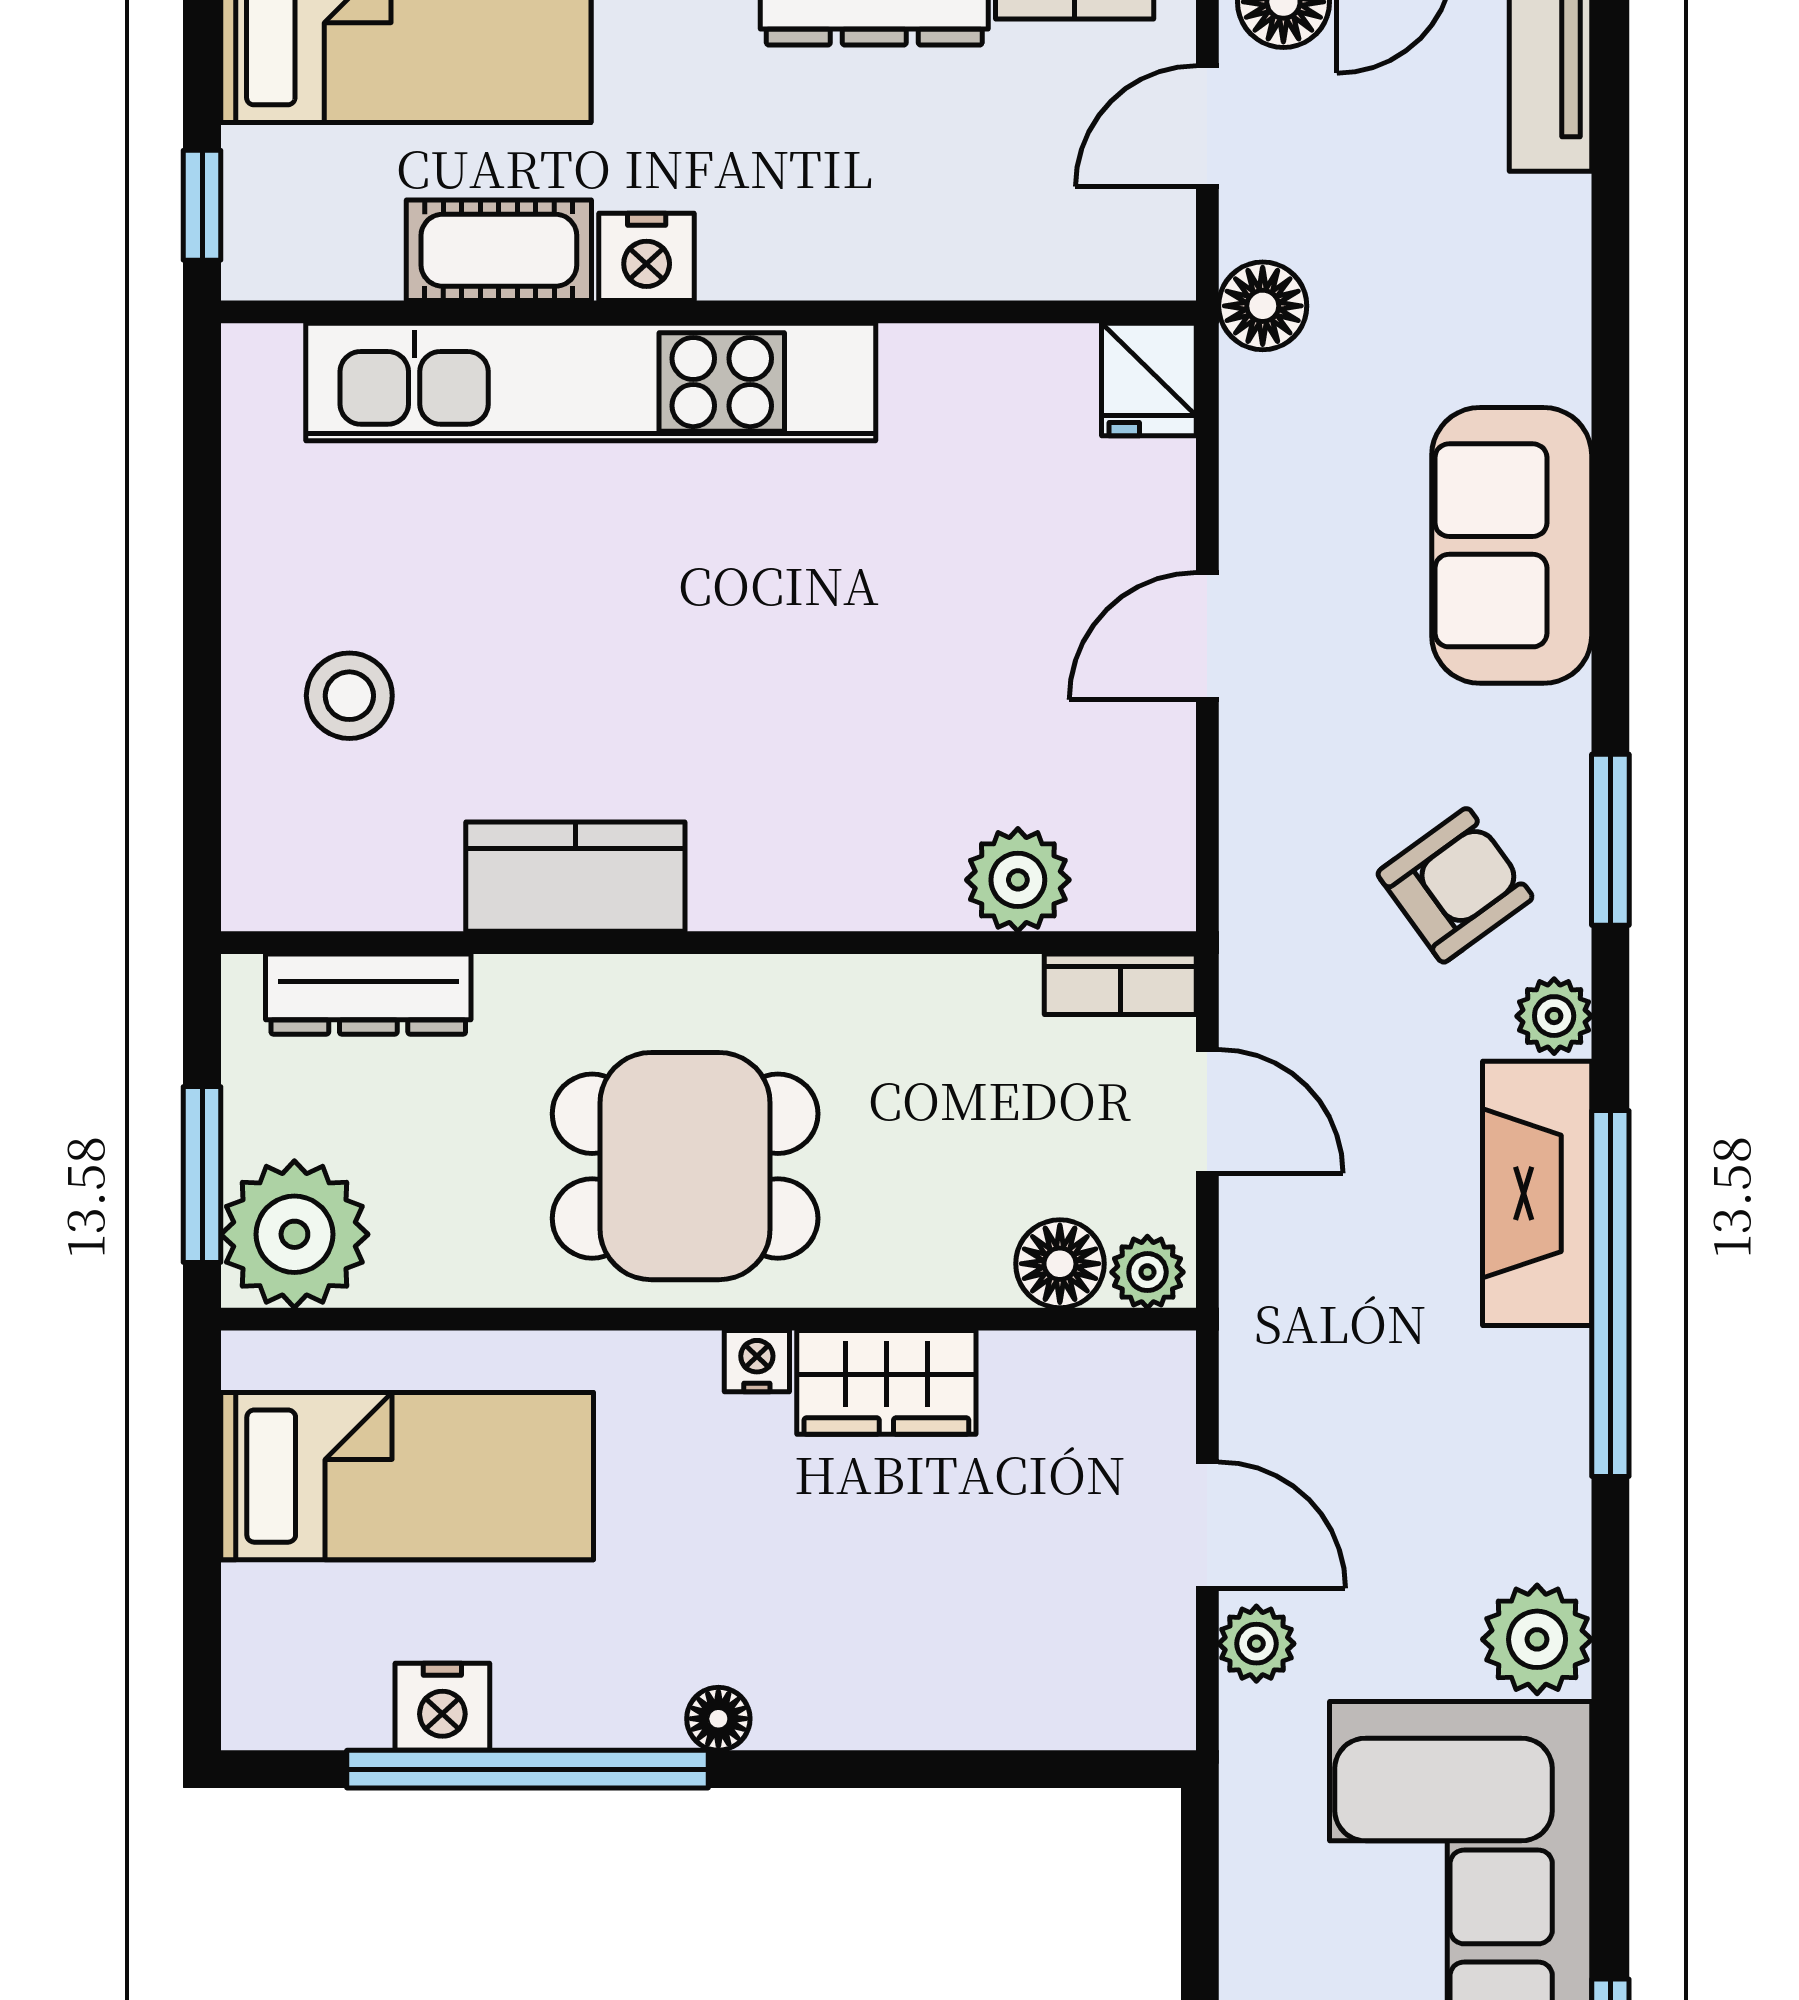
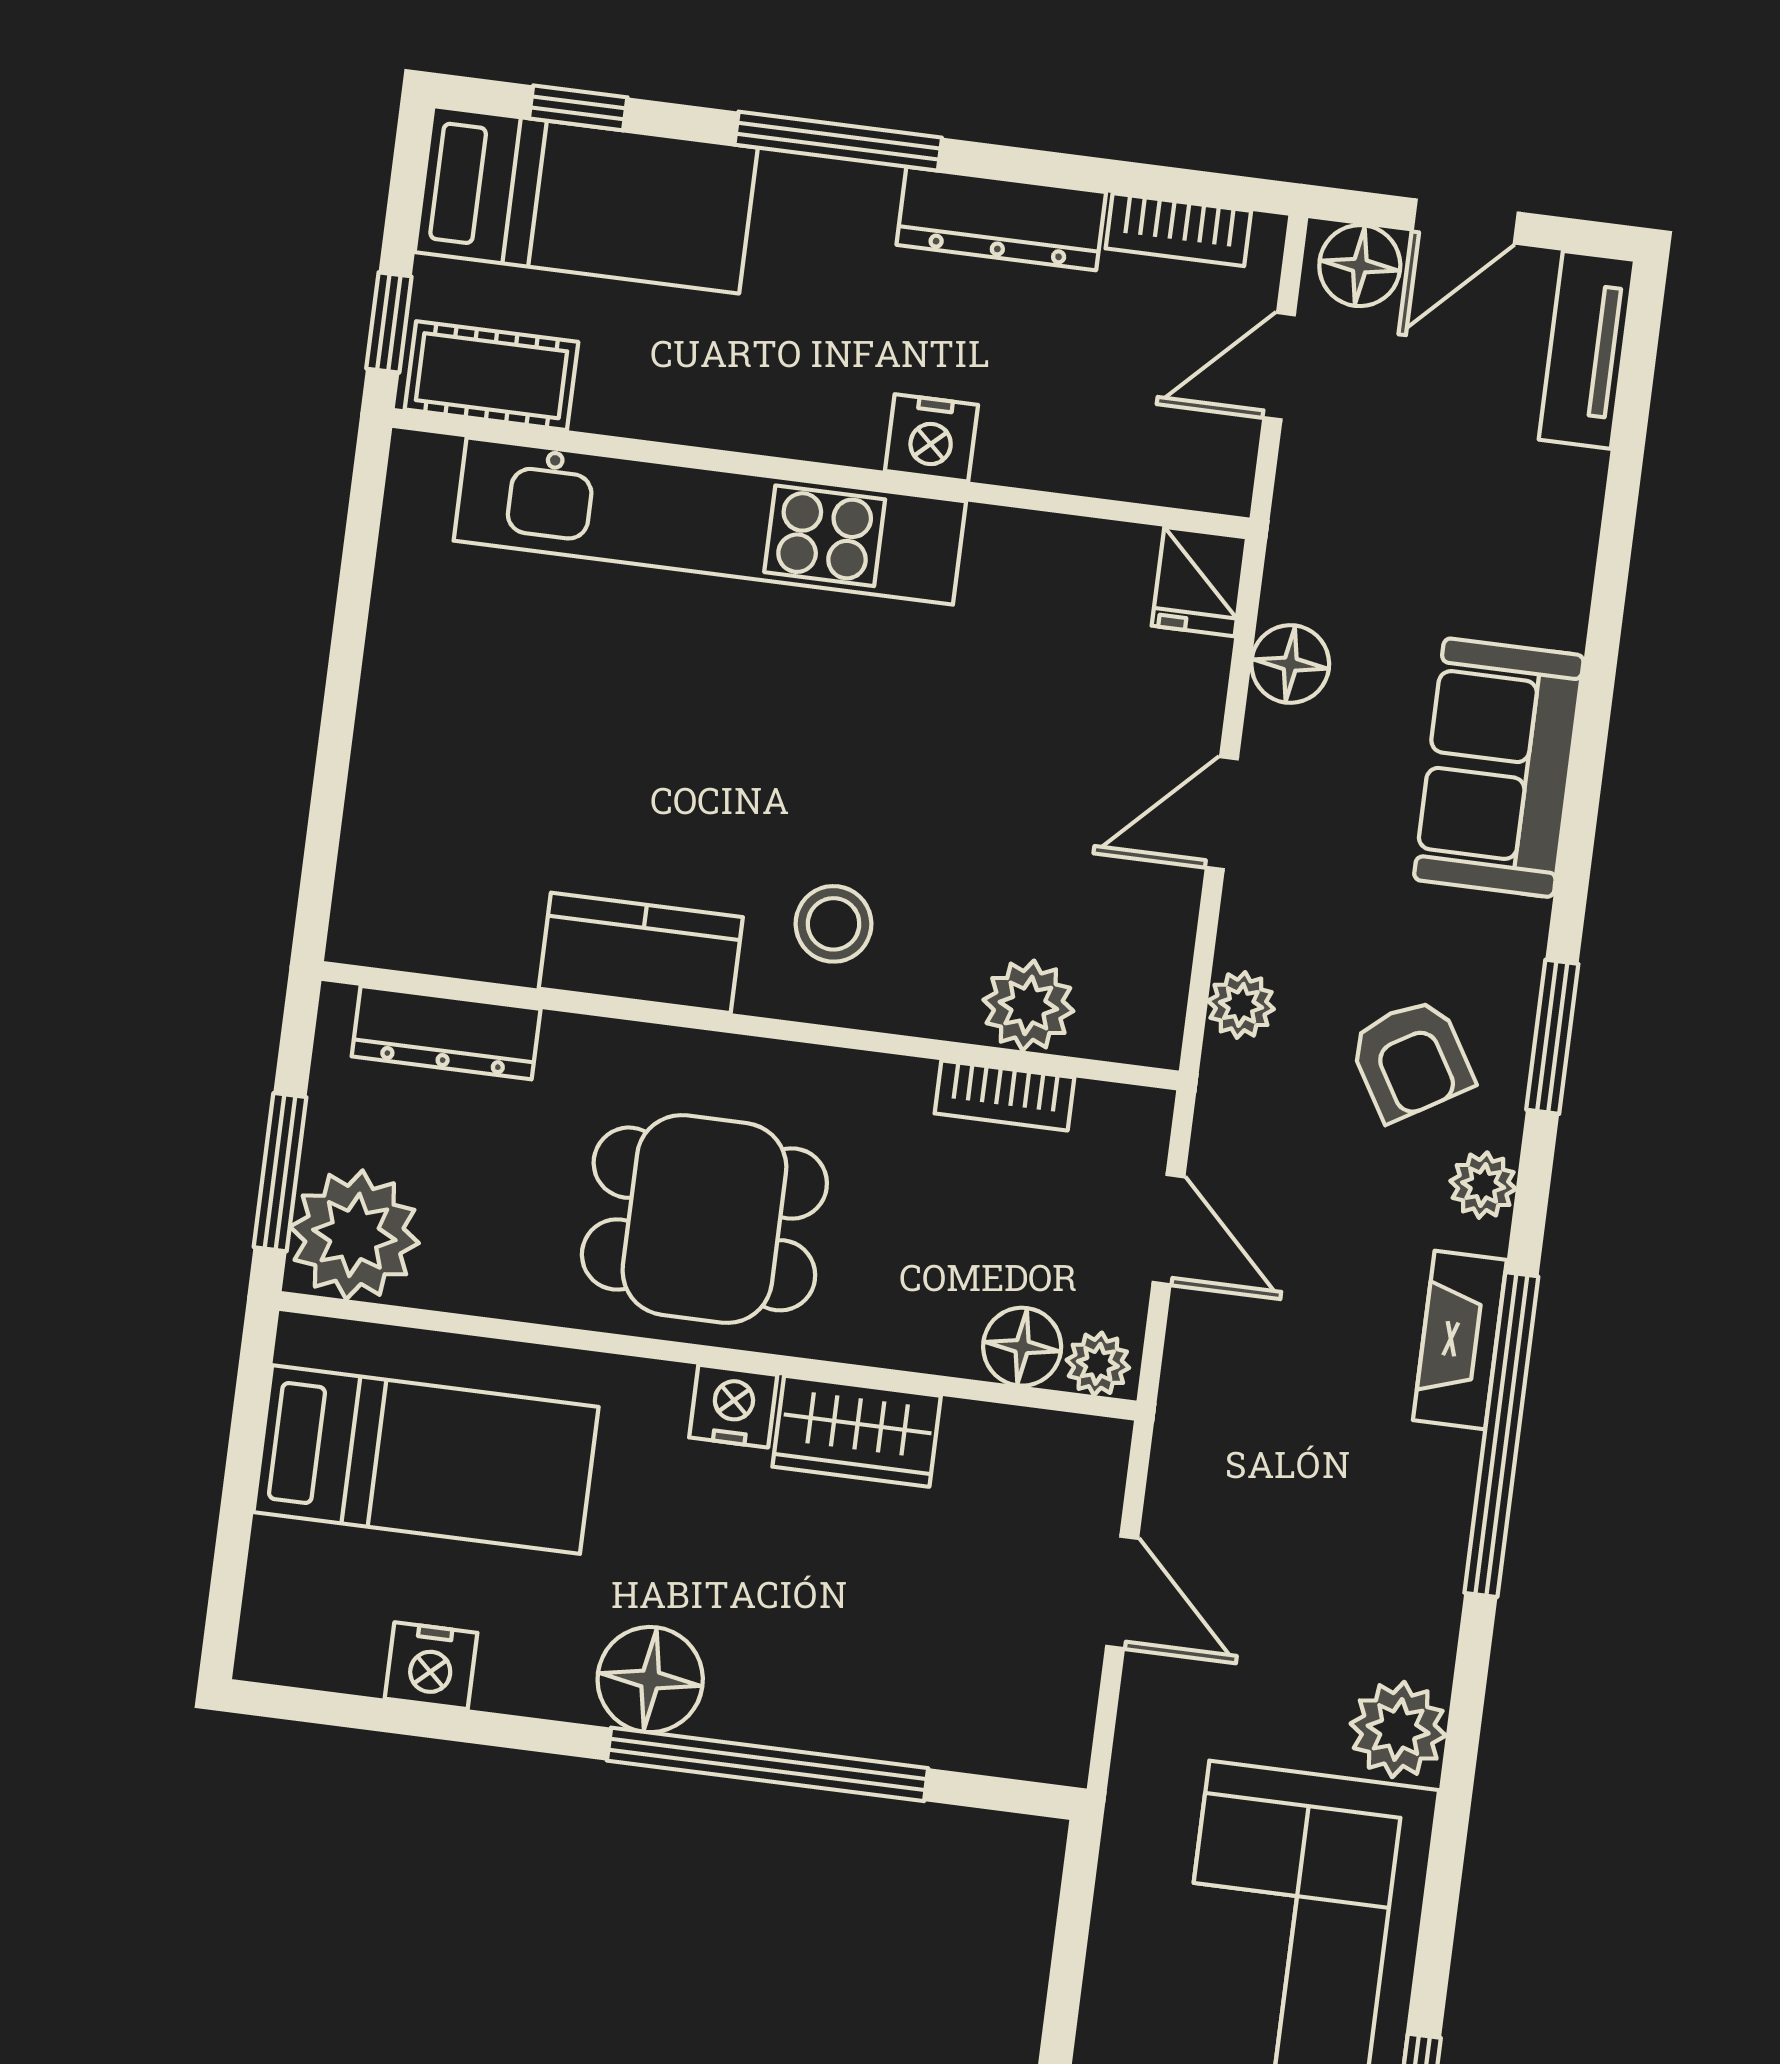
cot: (499, 250) -> (492, 376), moved
nightstand: (647, 257) -> (931, 438), moved
floor lamp: (1263, 306) -> (1290, 664), moved
stool: (349, 696) -> (834, 924), moved
armchair: (1455, 885) -> (1411, 1059), turned 95
bookcase: (1120, 984) -> (1004, 1095), moved
fireplace: (1537, 1193) -> (1460, 1340), width x0.73, depth x0.76
nightstand: (757, 1361) -> (733, 1406), width x1.39, depth x1.35
plant: (1256, 1644) -> (1241, 1005), moved
floor lamp: (718, 1719) -> (650, 1680), width x1.89, depth x1.89
window: (527, 1769) -> (768, 1764), moved

